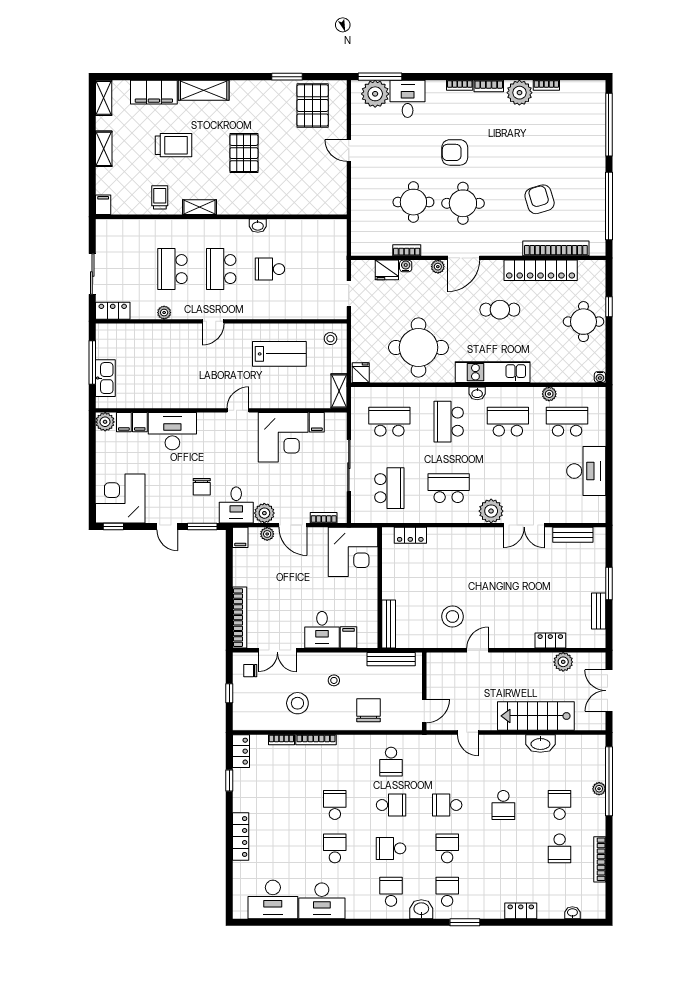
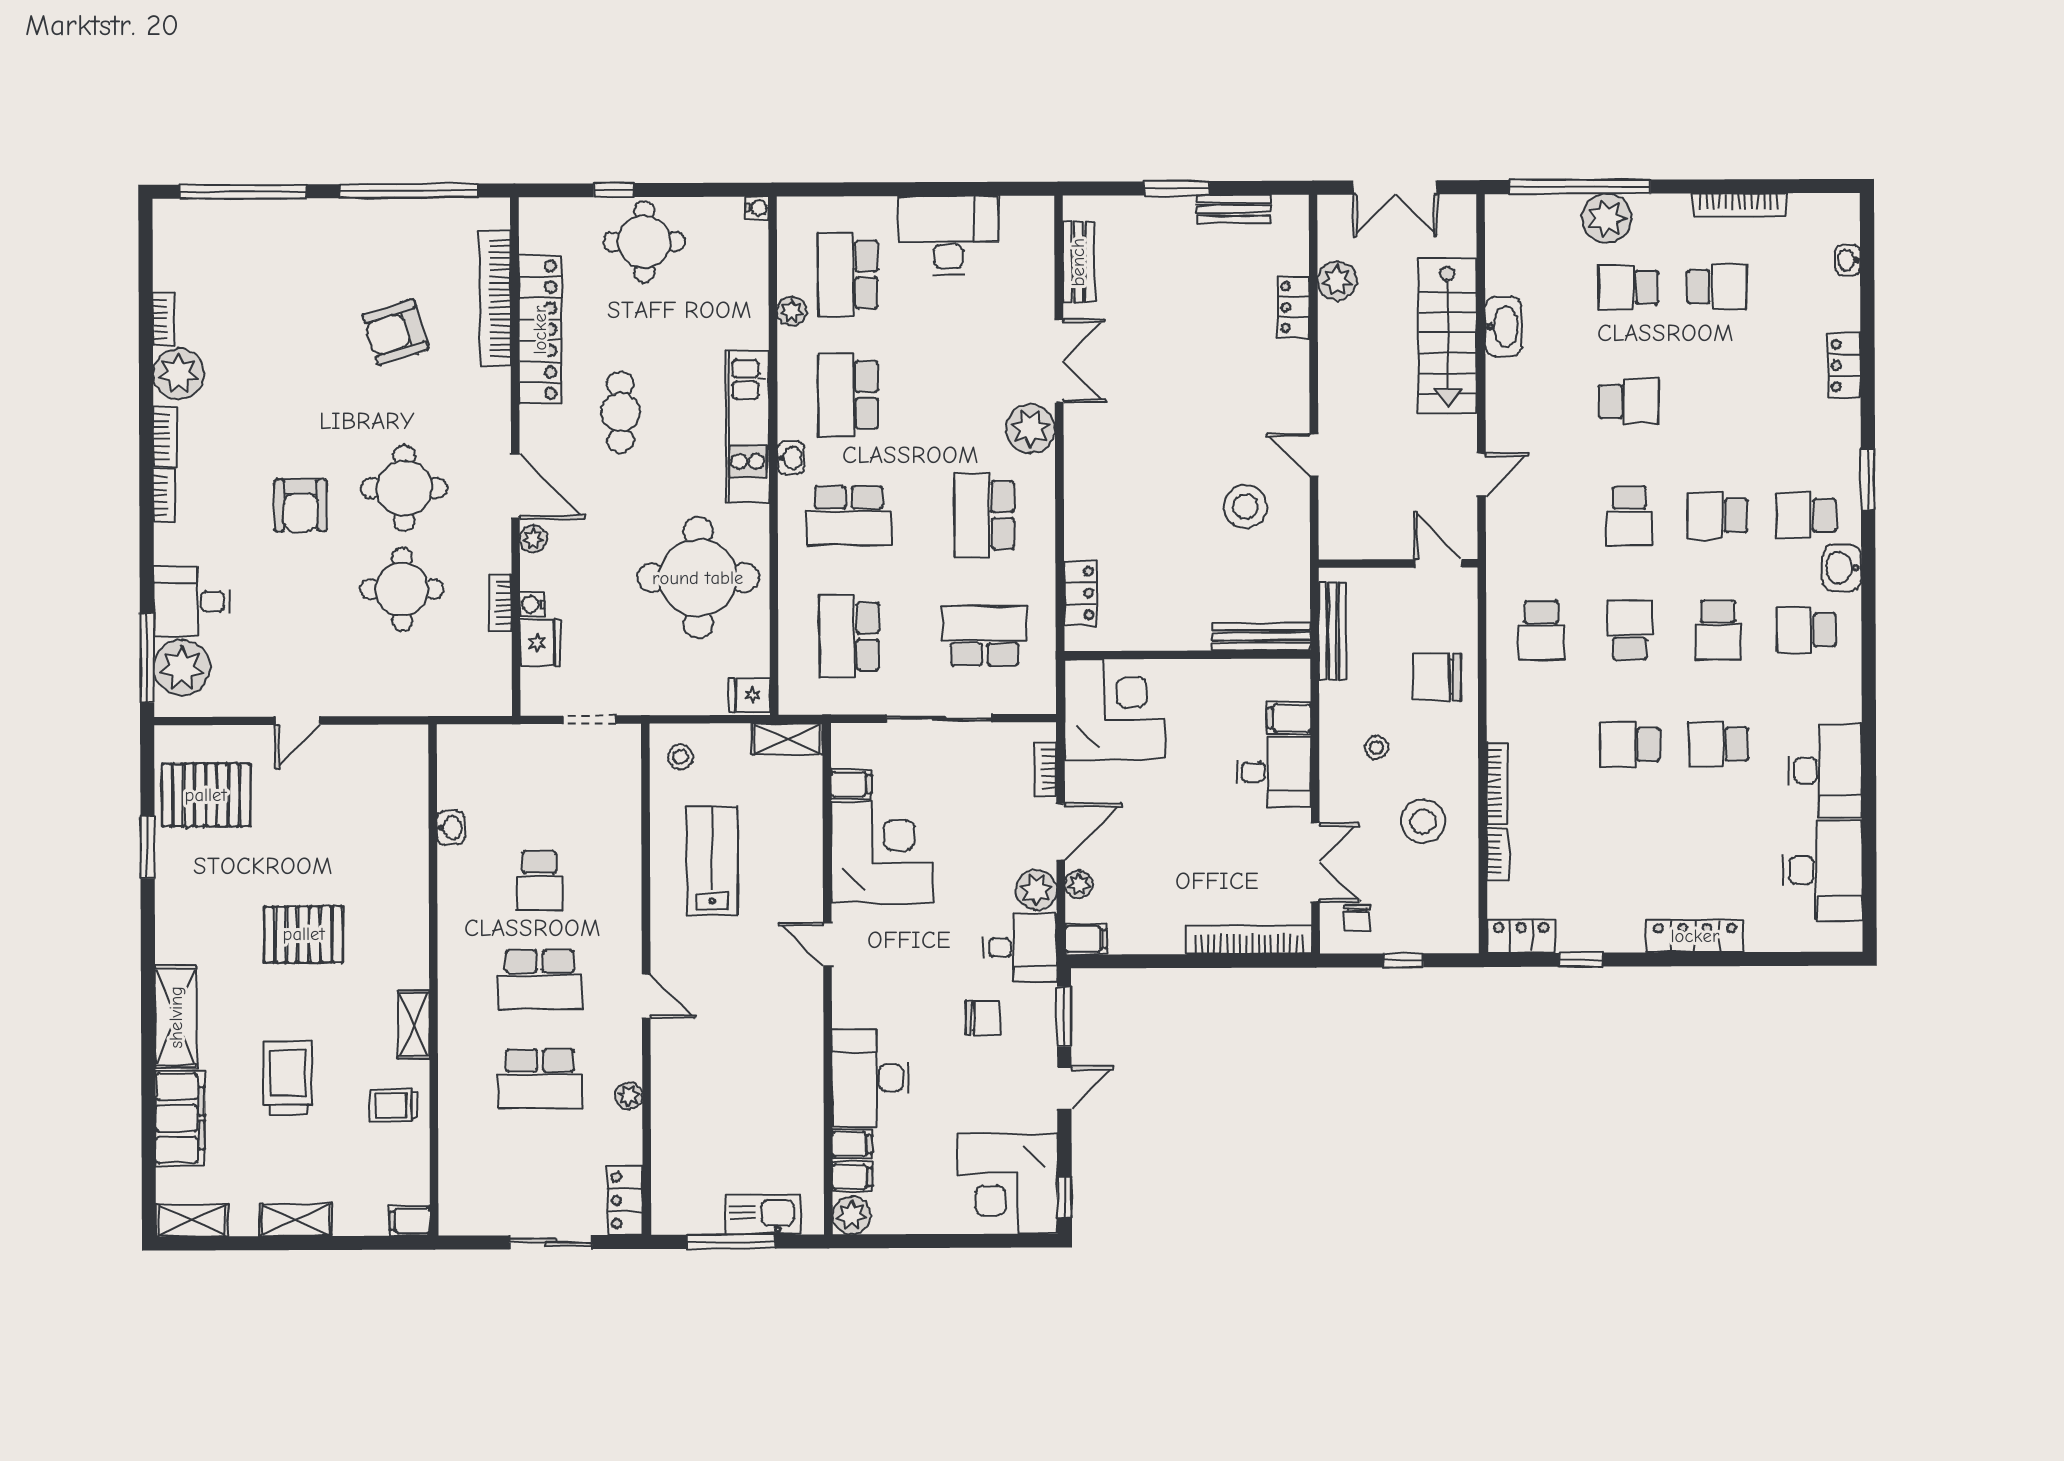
washbasin: (258, 226) -> (451, 828), moved
school desk: (391, 762) -> (1541, 631), turned 90
plant: (599, 789) -> (1607, 218), width x1.88, depth x1.88

